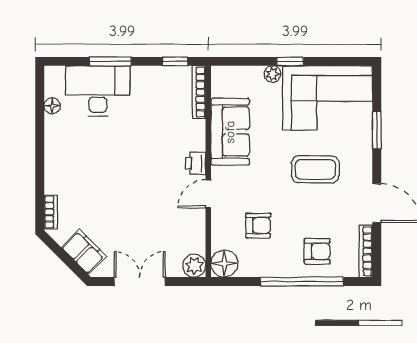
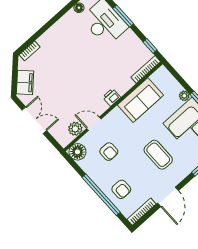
door: (208, 194) -> (94, 124), moved
plant: (194, 266) -> (75, 129), moved

